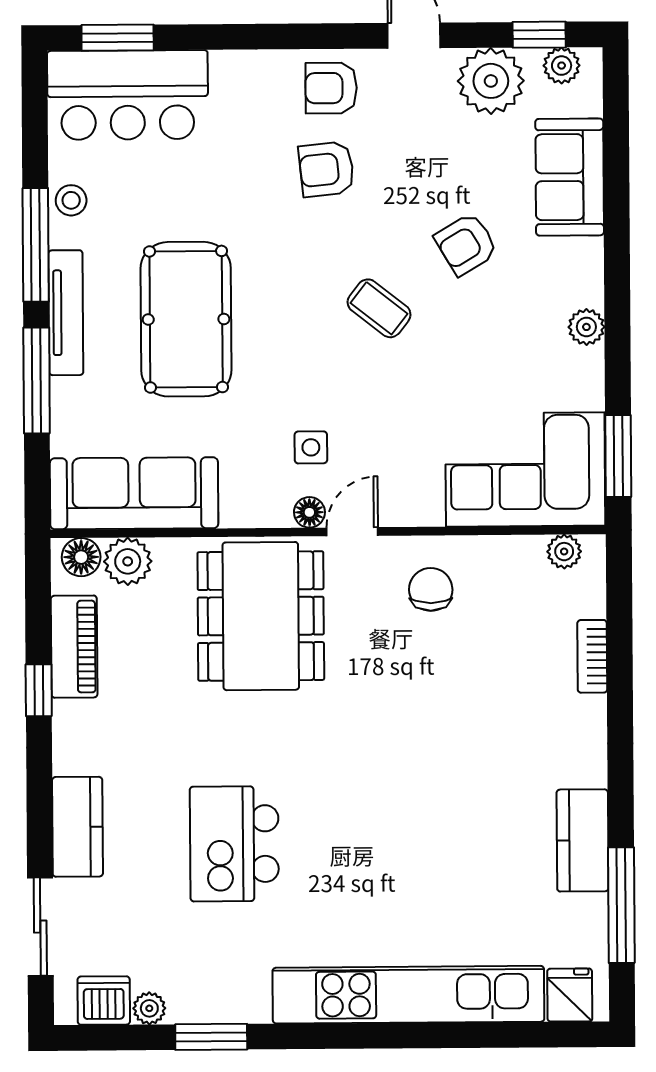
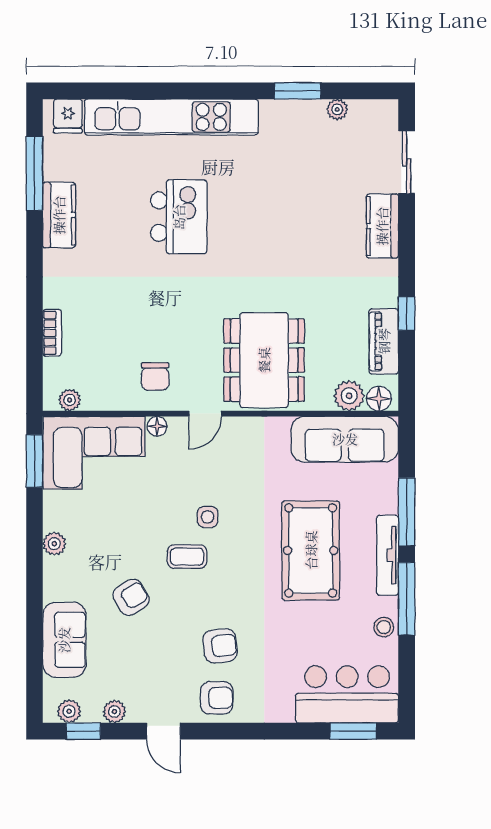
plant: (491, 81) -> (114, 712), width x0.53, depth x0.53
coffee table: (379, 308) -> (187, 557), turned -38
side table: (311, 447) -> (208, 517), moved
floor lamp: (309, 512) -> (157, 426), moved
kitchen island: (234, 844) -> (179, 217), moved
dishwasher: (104, 1001) -> (366, 115), removed

